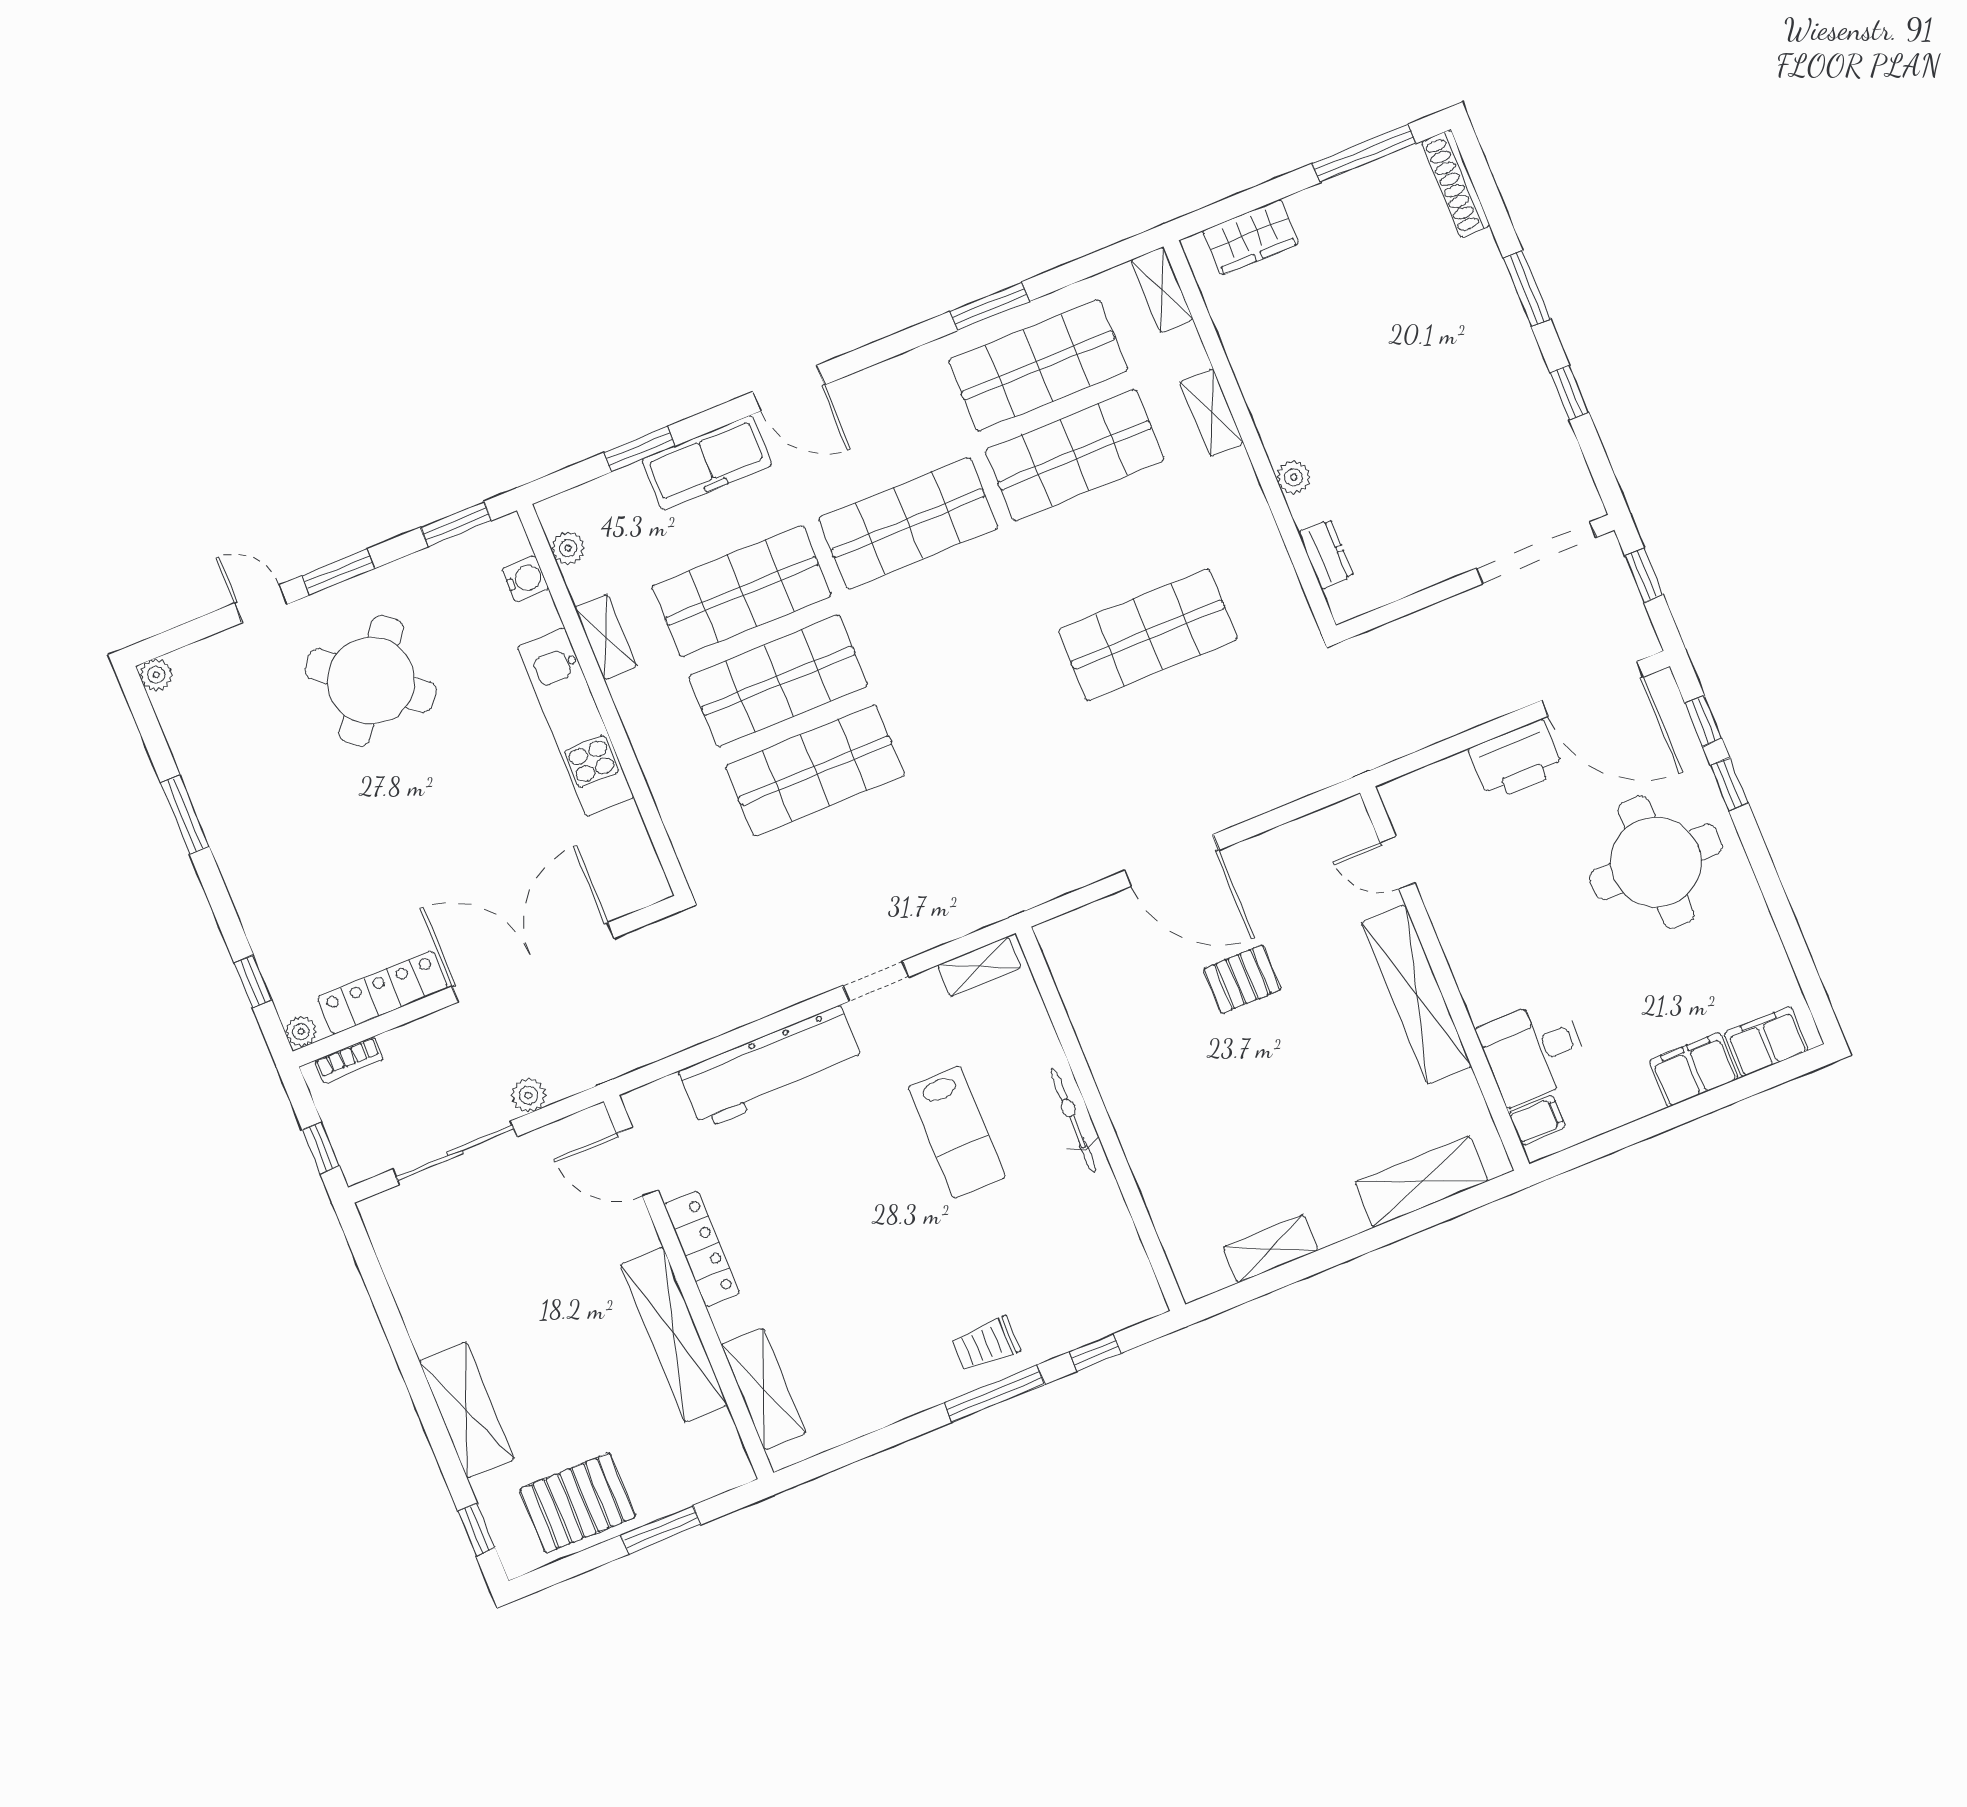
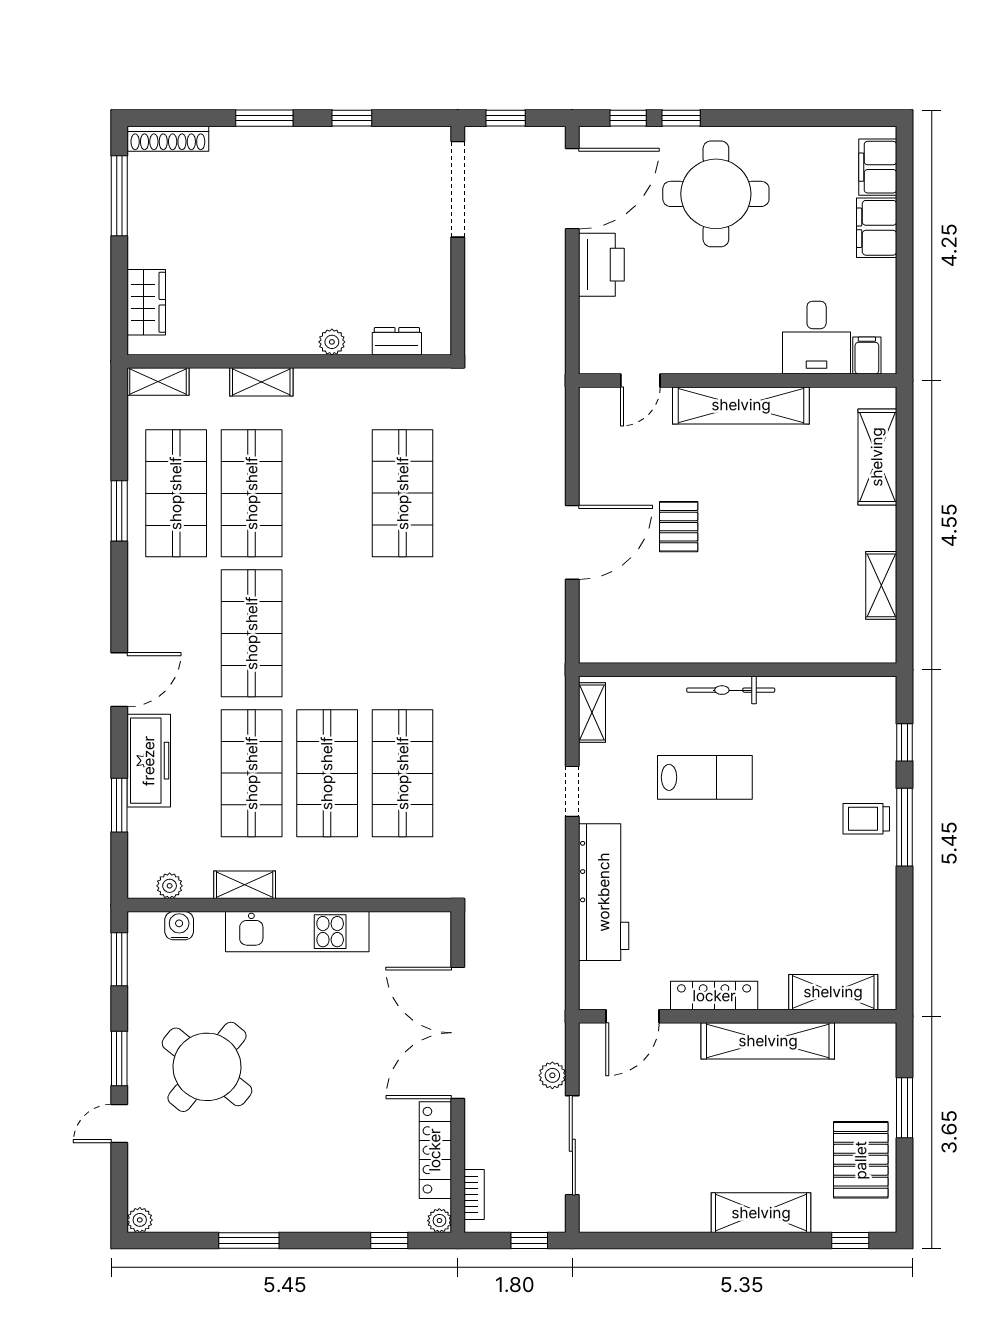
trolley: (986, 1344) -> (866, 819), turned 90

